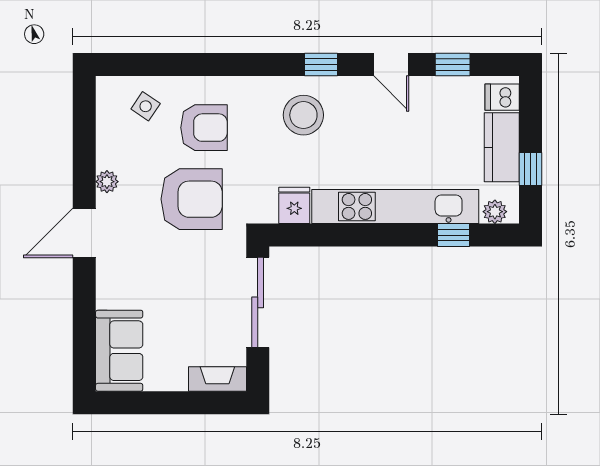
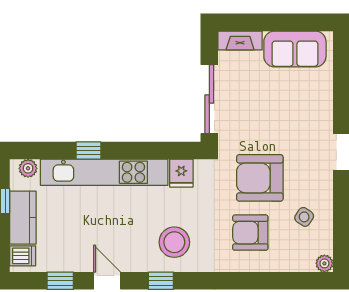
side table: (146, 106) -> (304, 217), moved
plant: (107, 182) -> (324, 263), moved
window: (454, 235) -> (88, 150), moved
sofa: (119, 351) -> (295, 49), moved, turned -90

